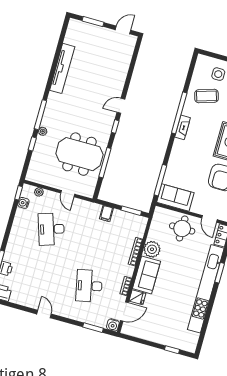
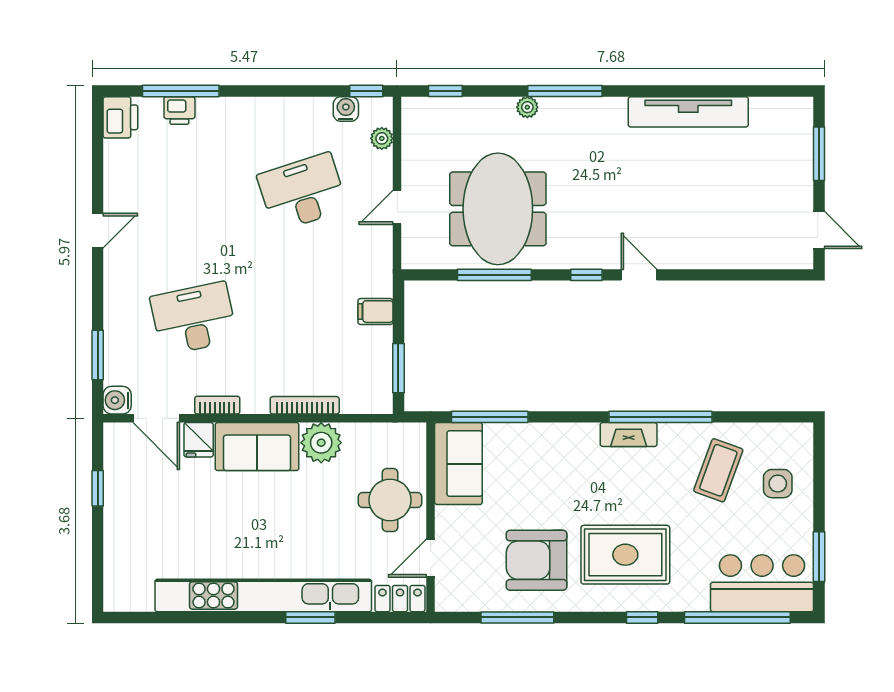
coffee table: (206, 96) -> (718, 470), turned 37
window: (32, 144) -> (445, 91), moved
window: (172, 350) -> (98, 488), moved

